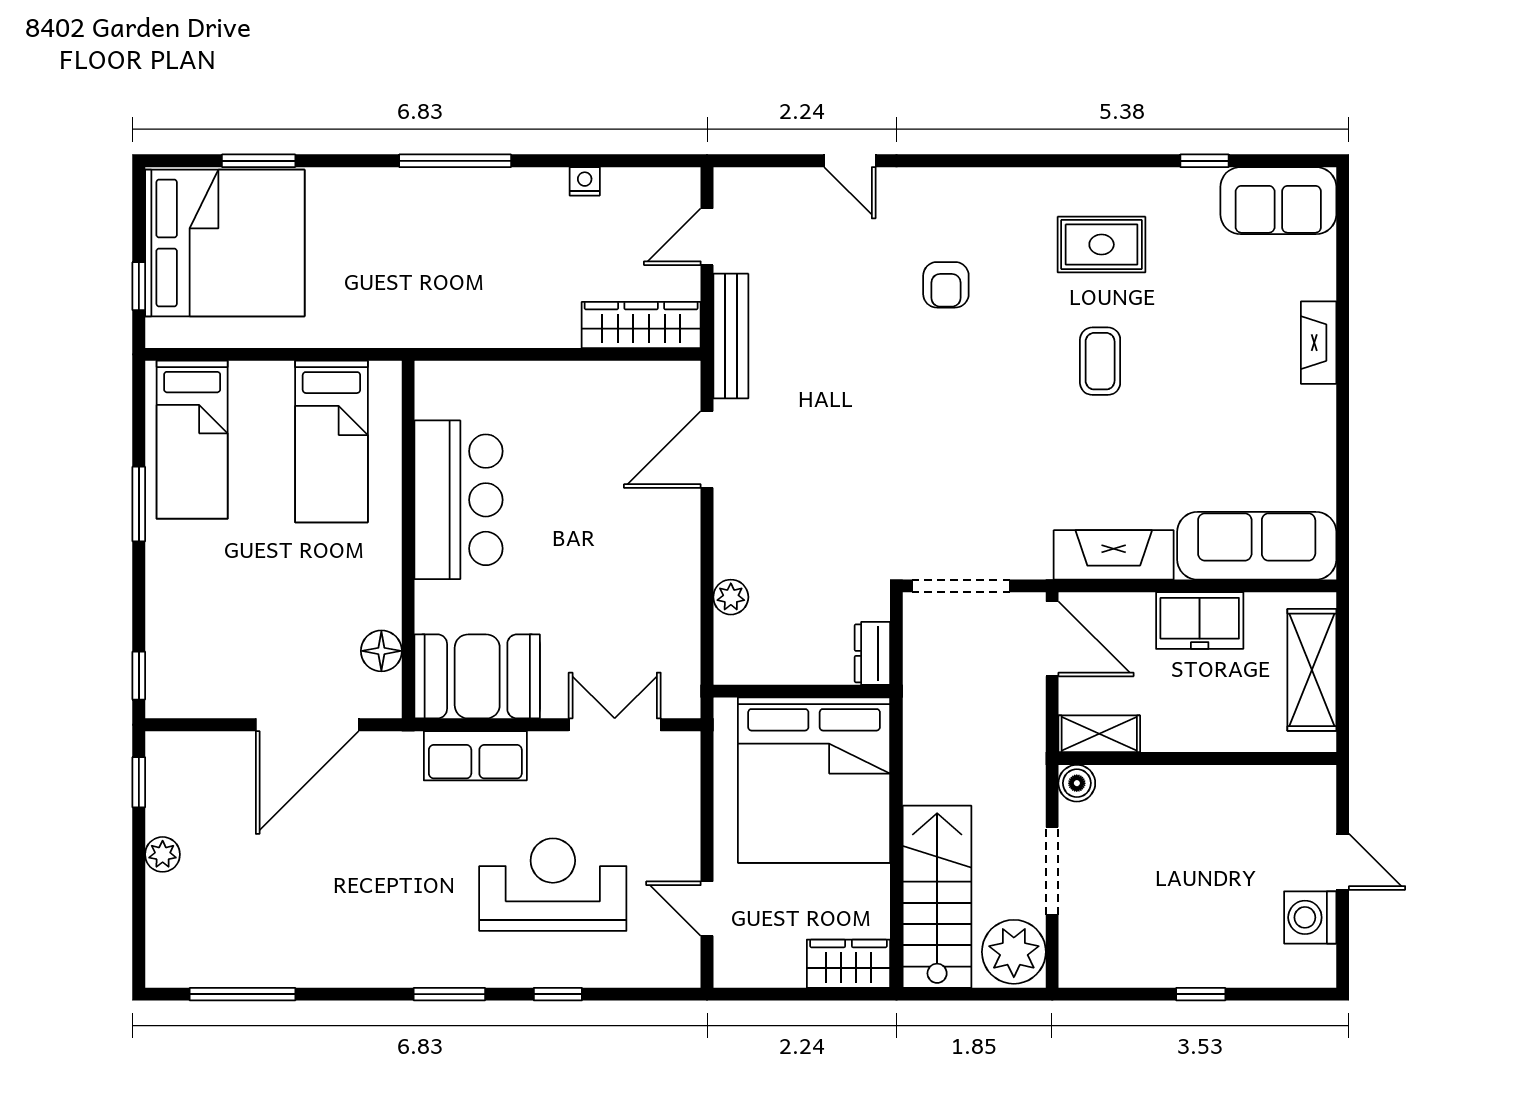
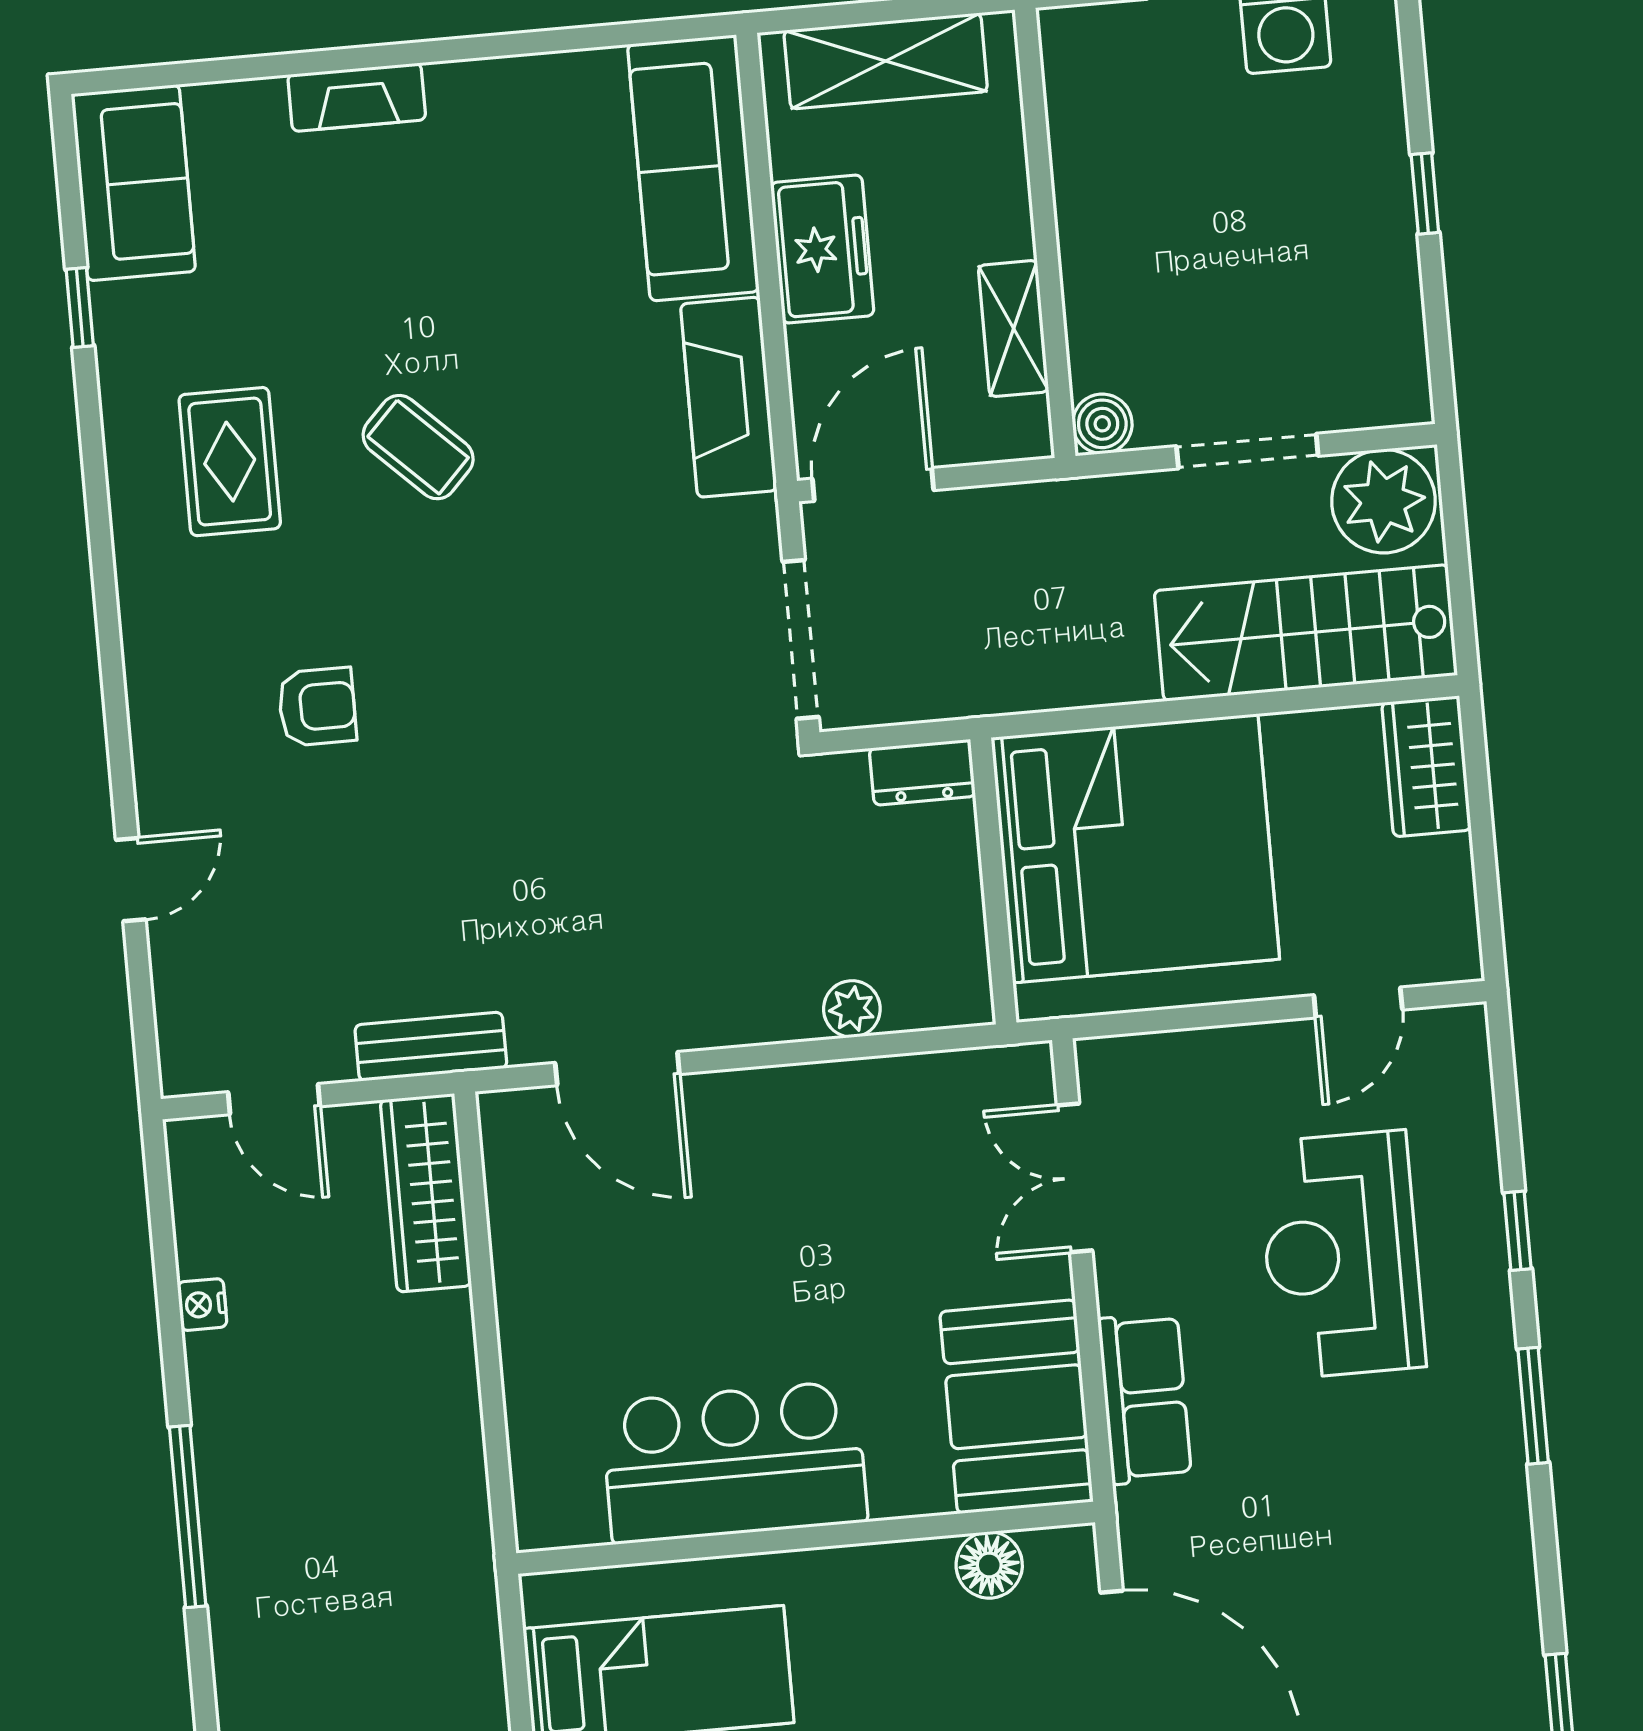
bench: (731, 336) -> (431, 1047), width x0.73
coffee table: (1100, 361) -> (418, 447), turned 44
shelving: (1099, 734) -> (1014, 329), moved

